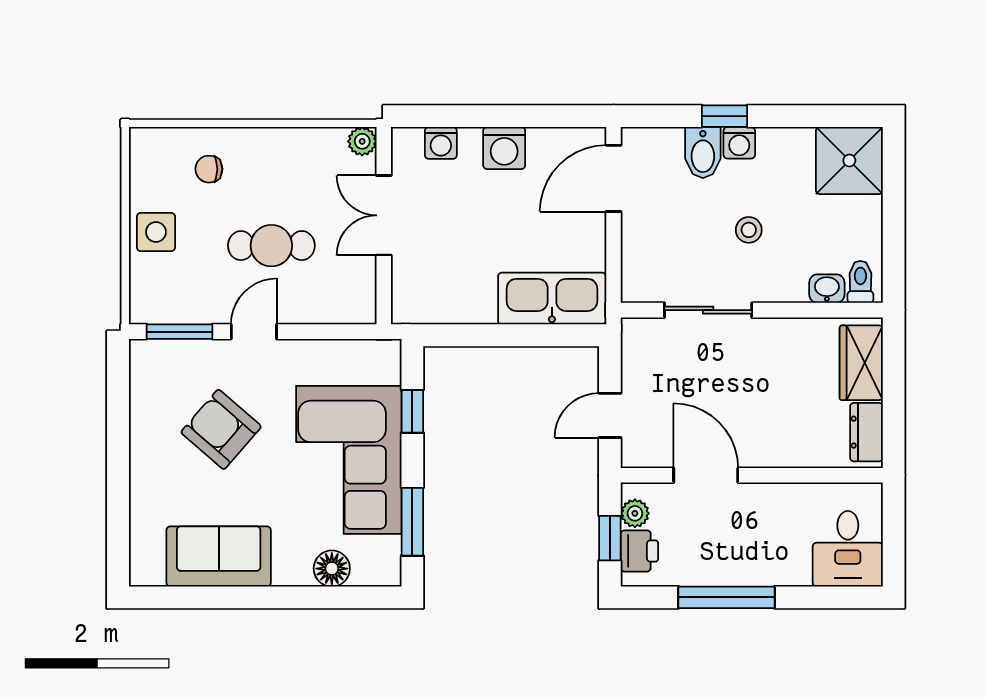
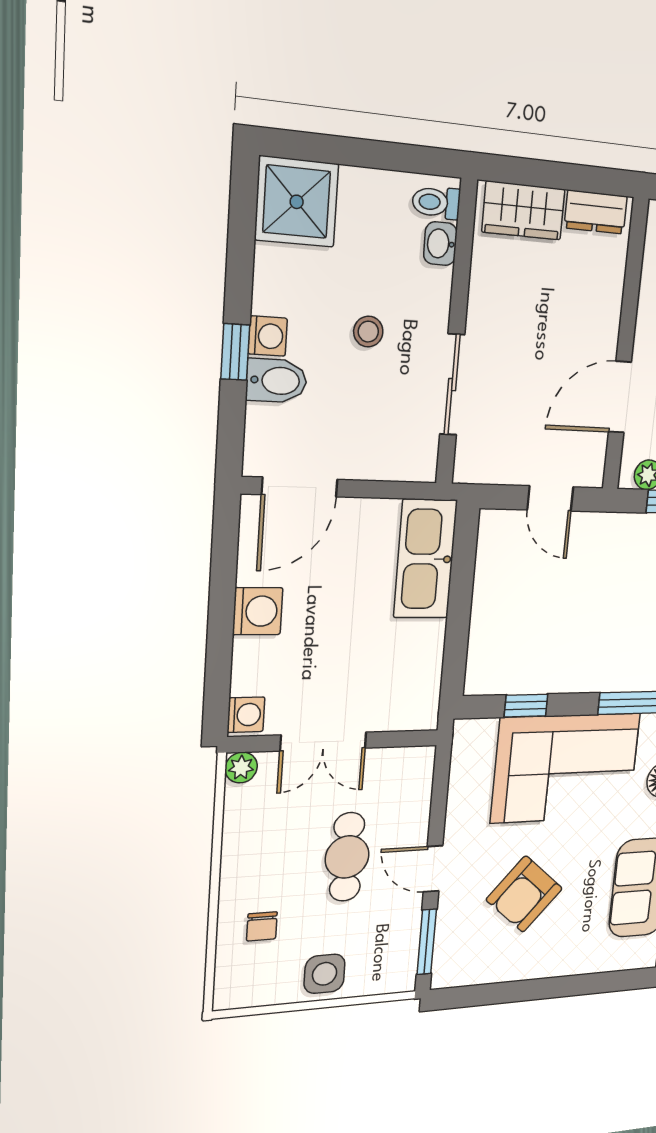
washing machine: (441, 143) -> (246, 715), moved
door: (614, 178) -> (300, 487), hinge flipped

